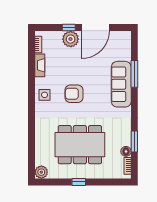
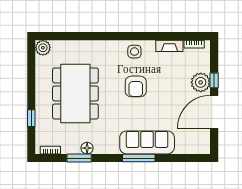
door: (95, 28) -> (214, 112), hinge flipped
window: (134, 74) -> (139, 158), moved
armchair: (74, 94) -> (136, 86), turned 180
floor lamp: (126, 151) -> (87, 148), moved
window: (79, 182) -> (31, 118), moved

